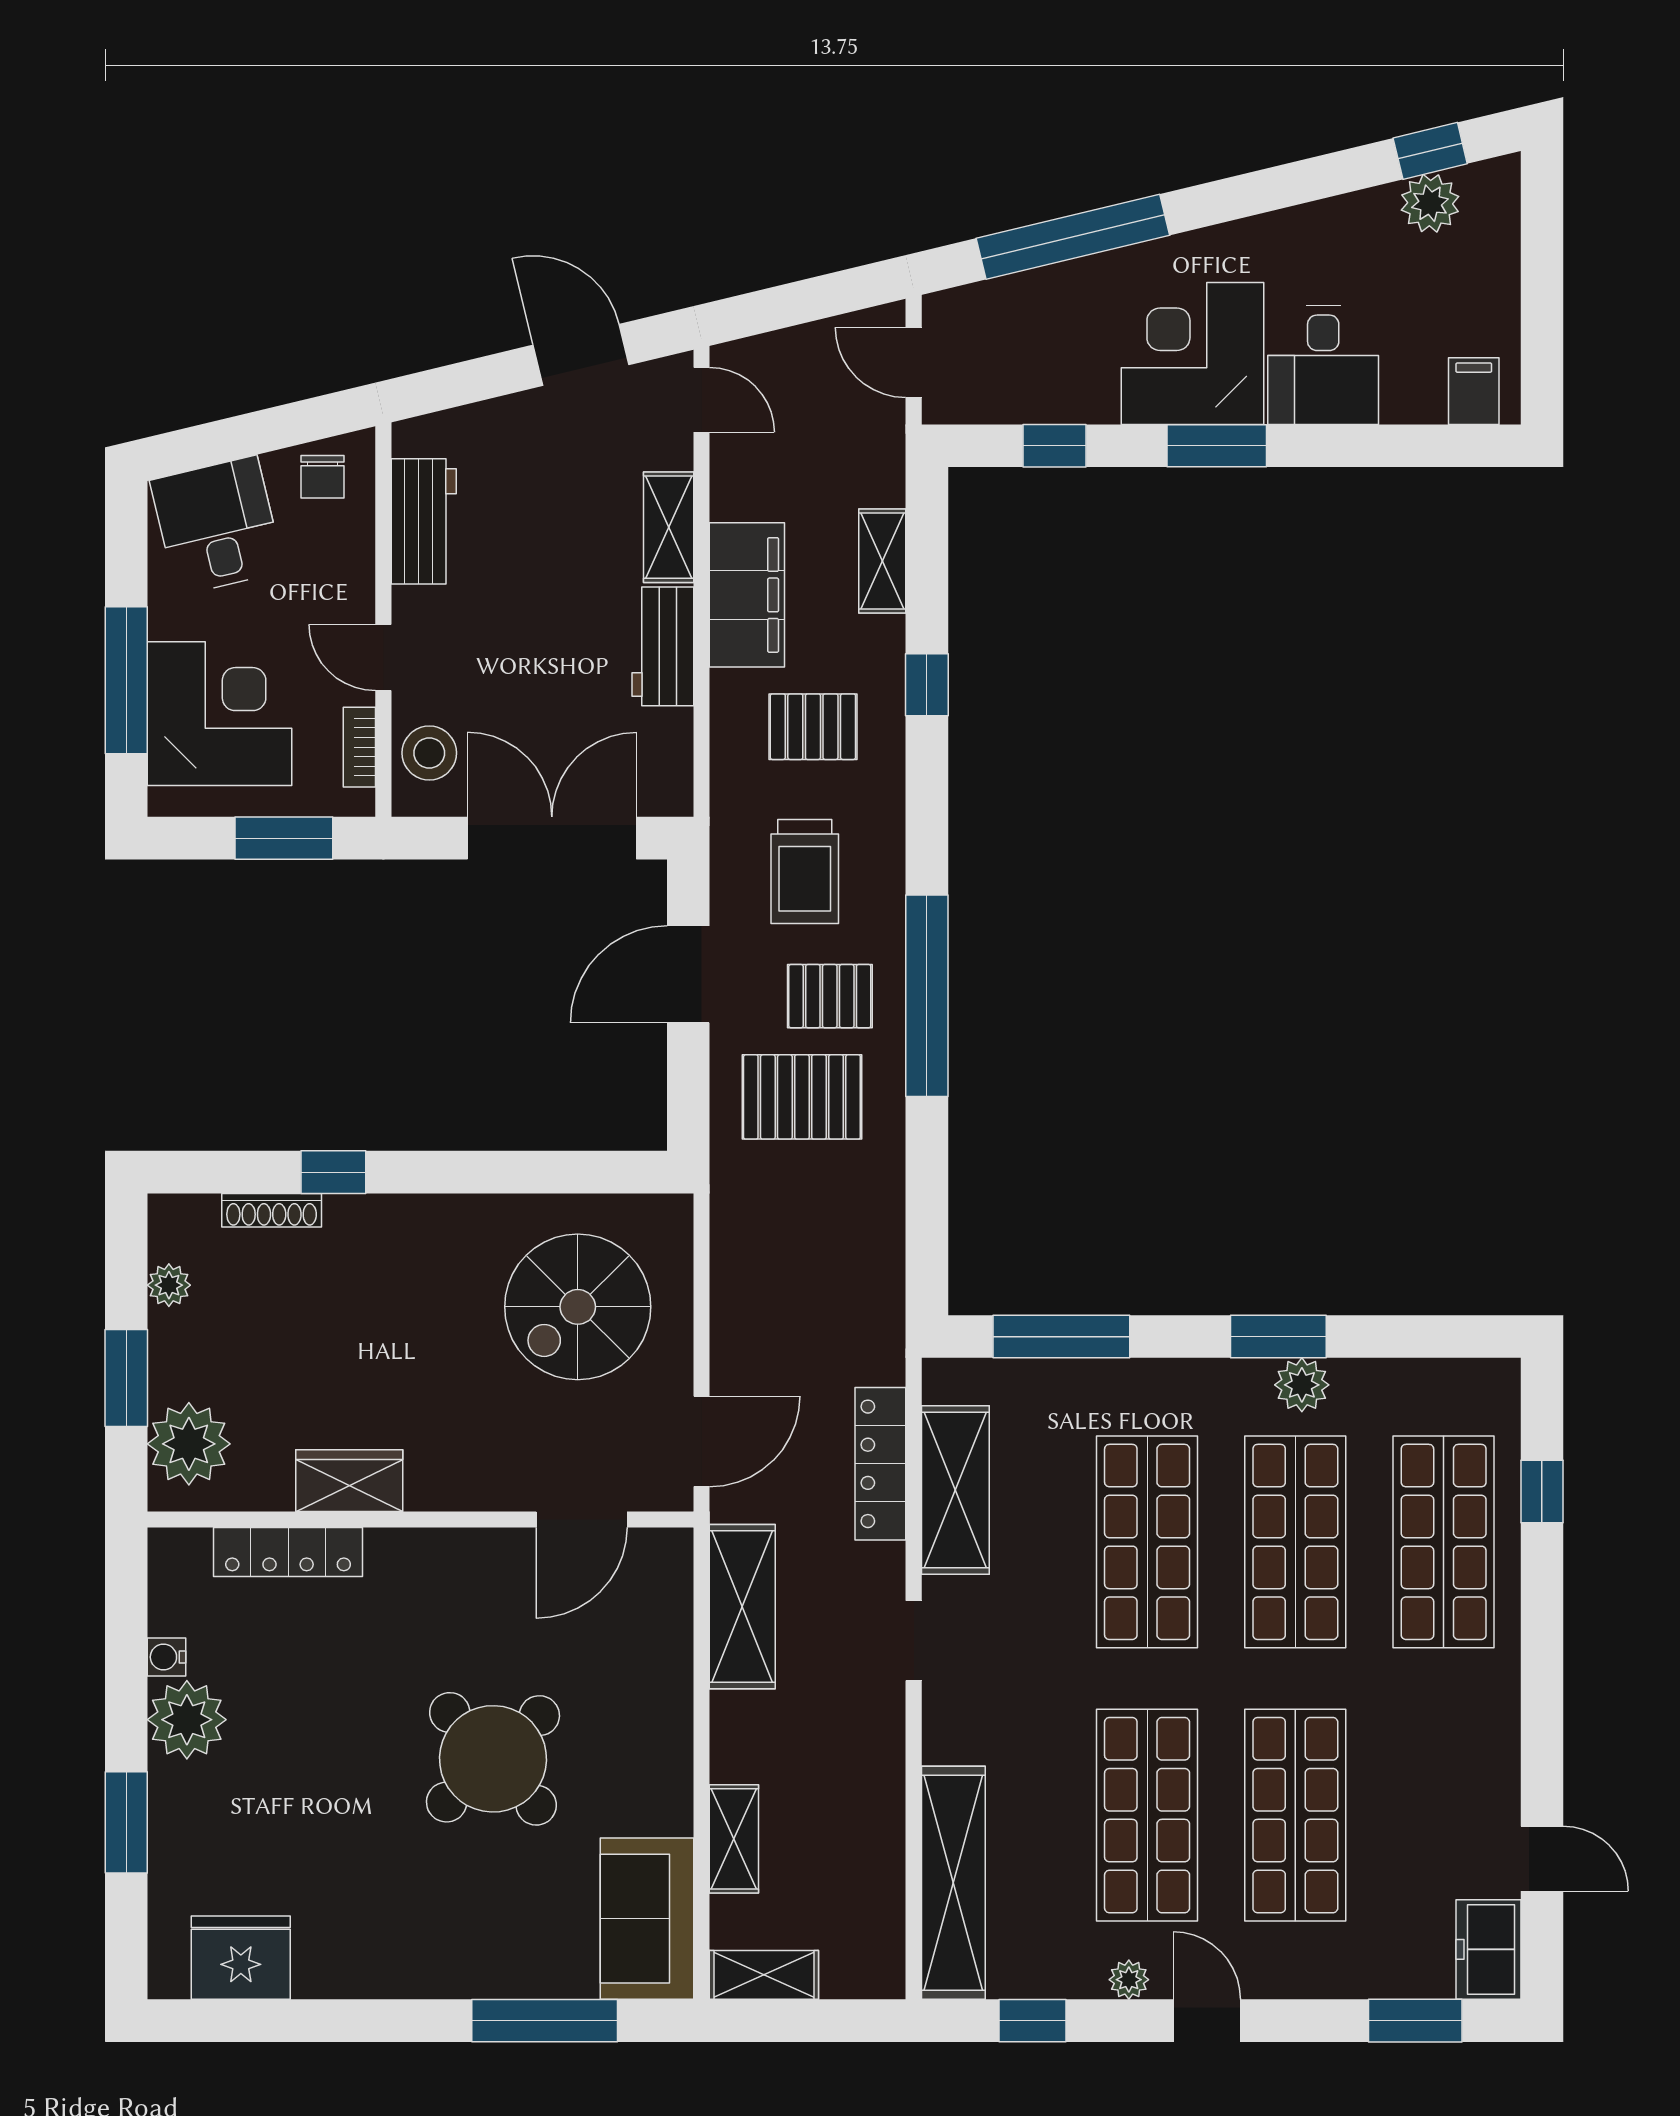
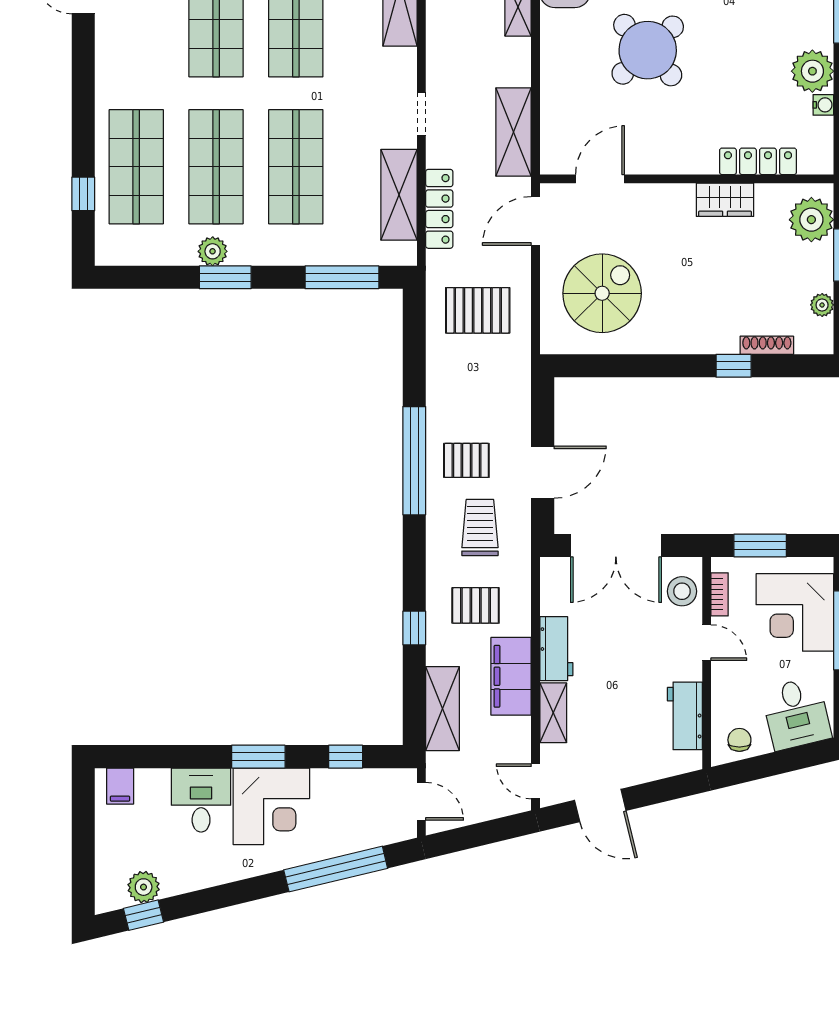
shelving: (882, 561) -> (442, 709), width x1.50, depth x1.33
pallet: (802, 1097) -> (478, 310), moved

